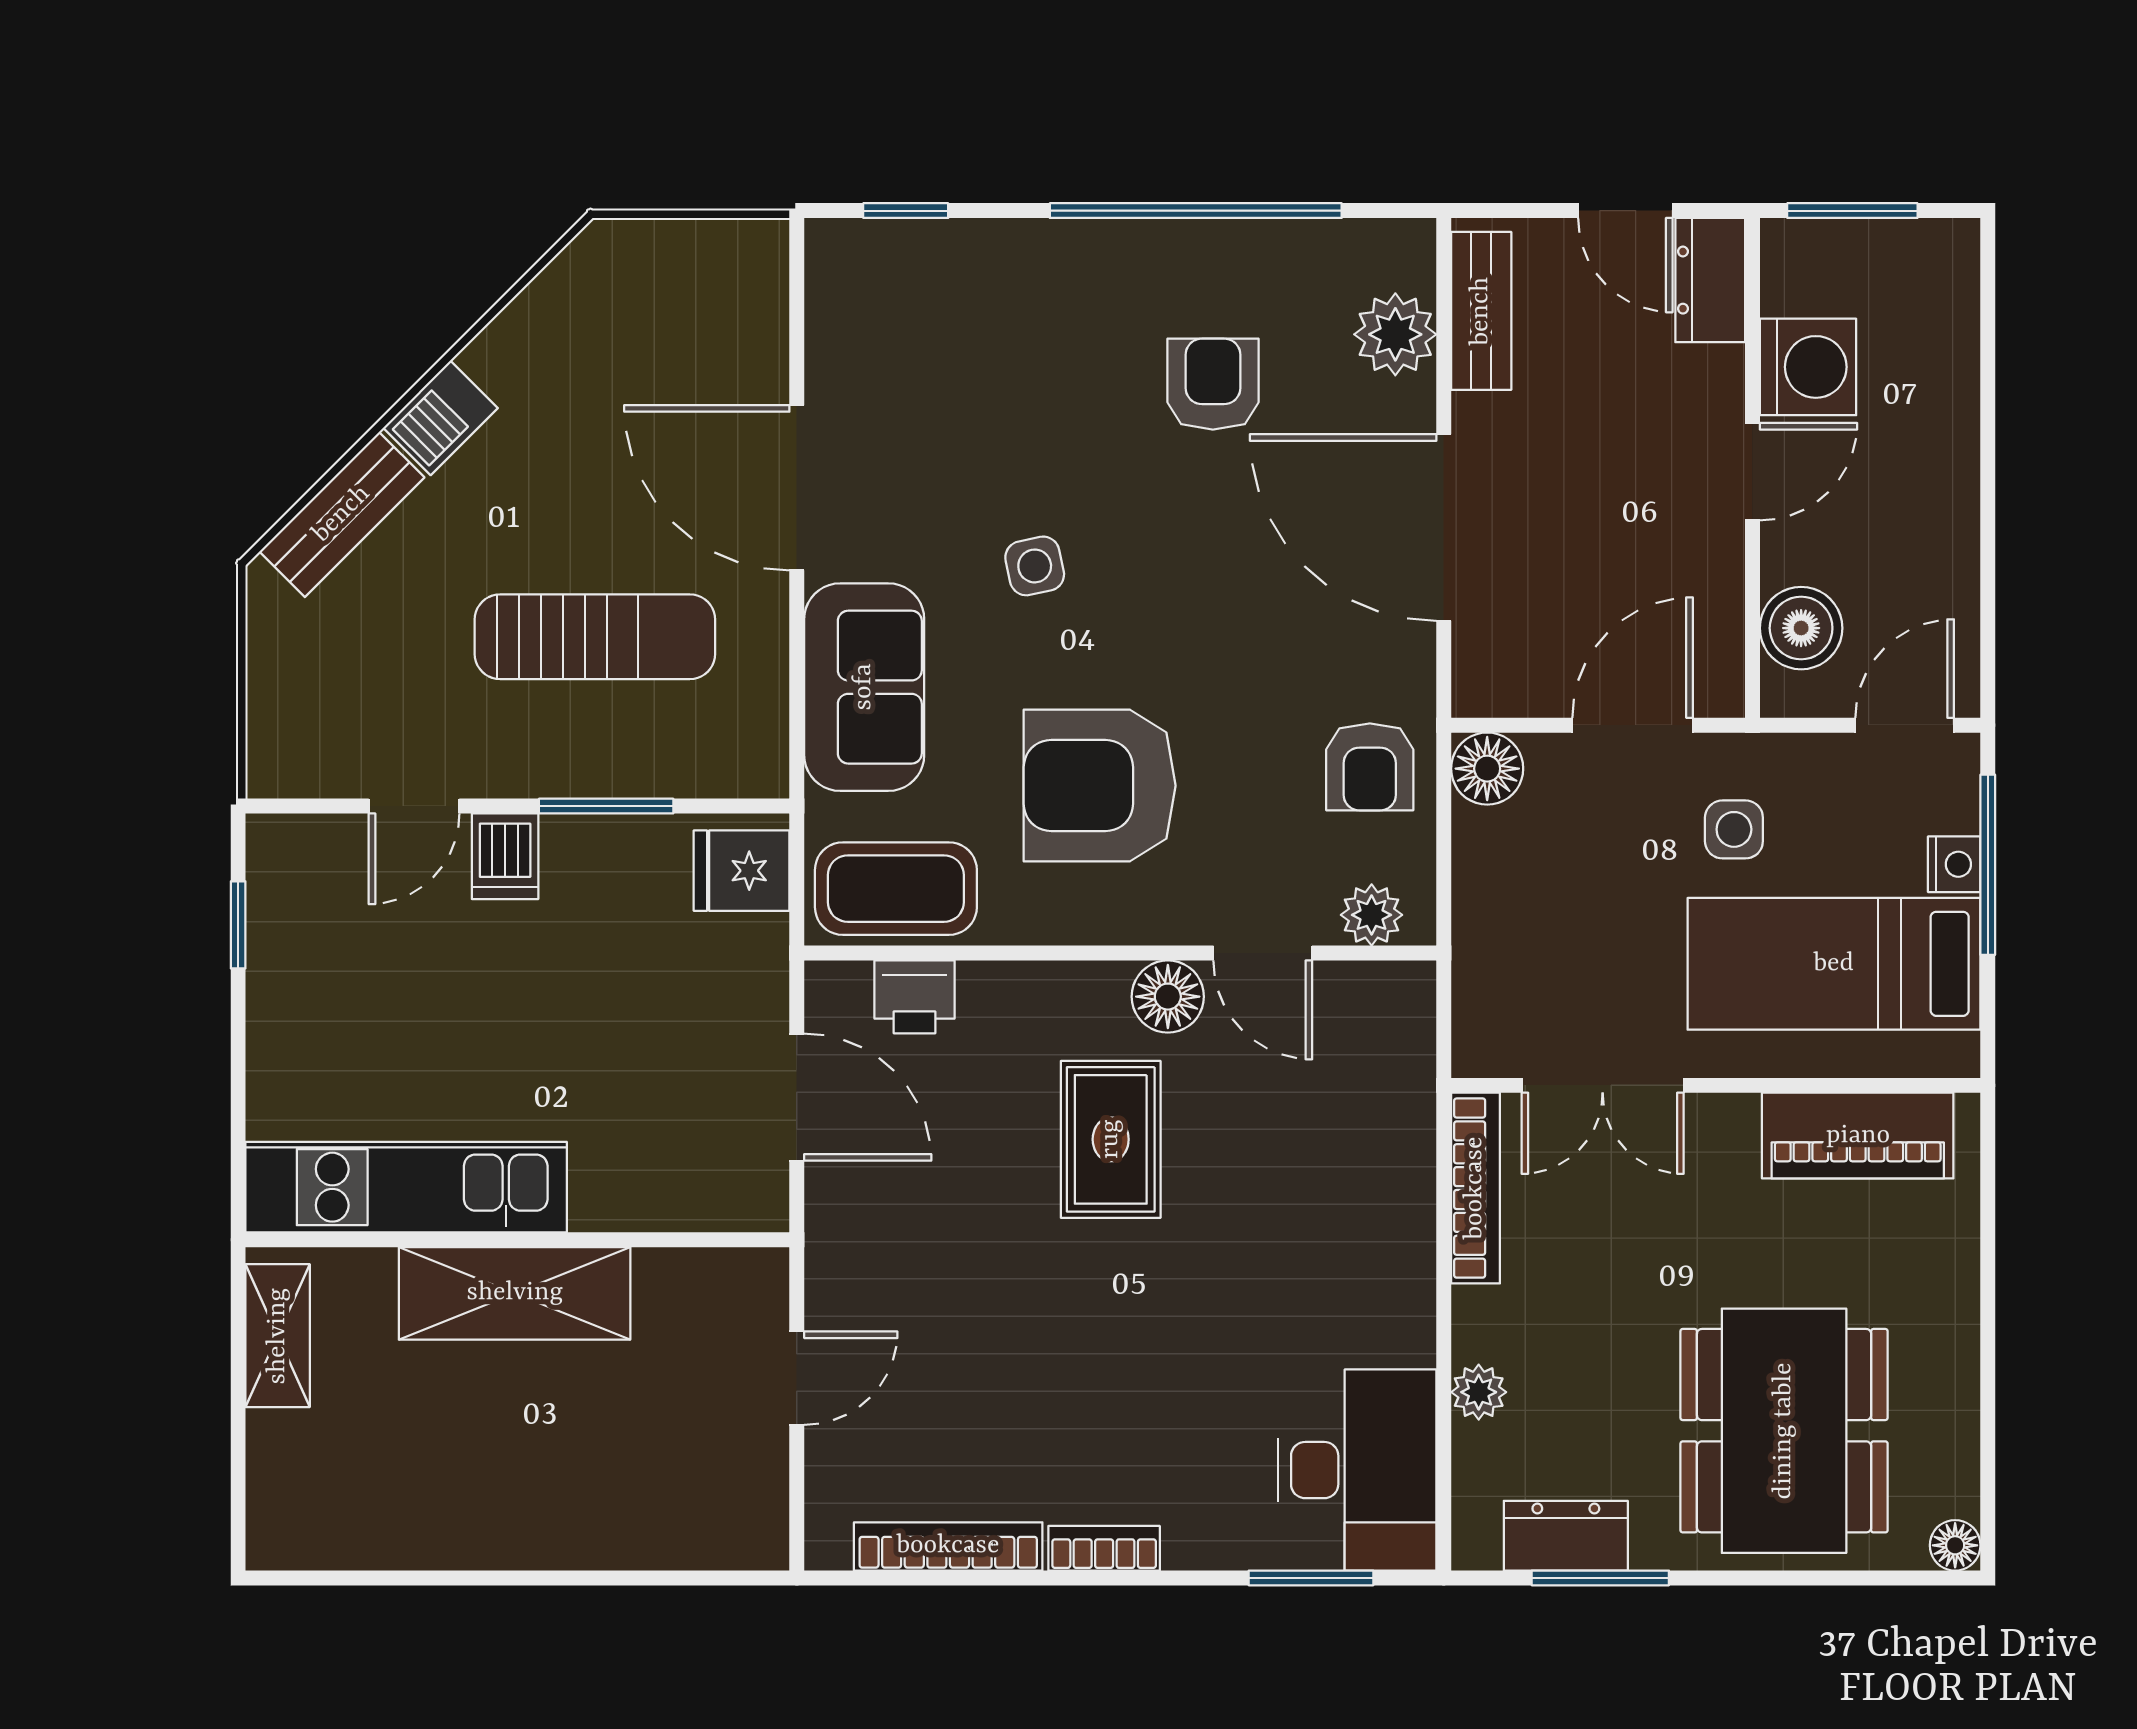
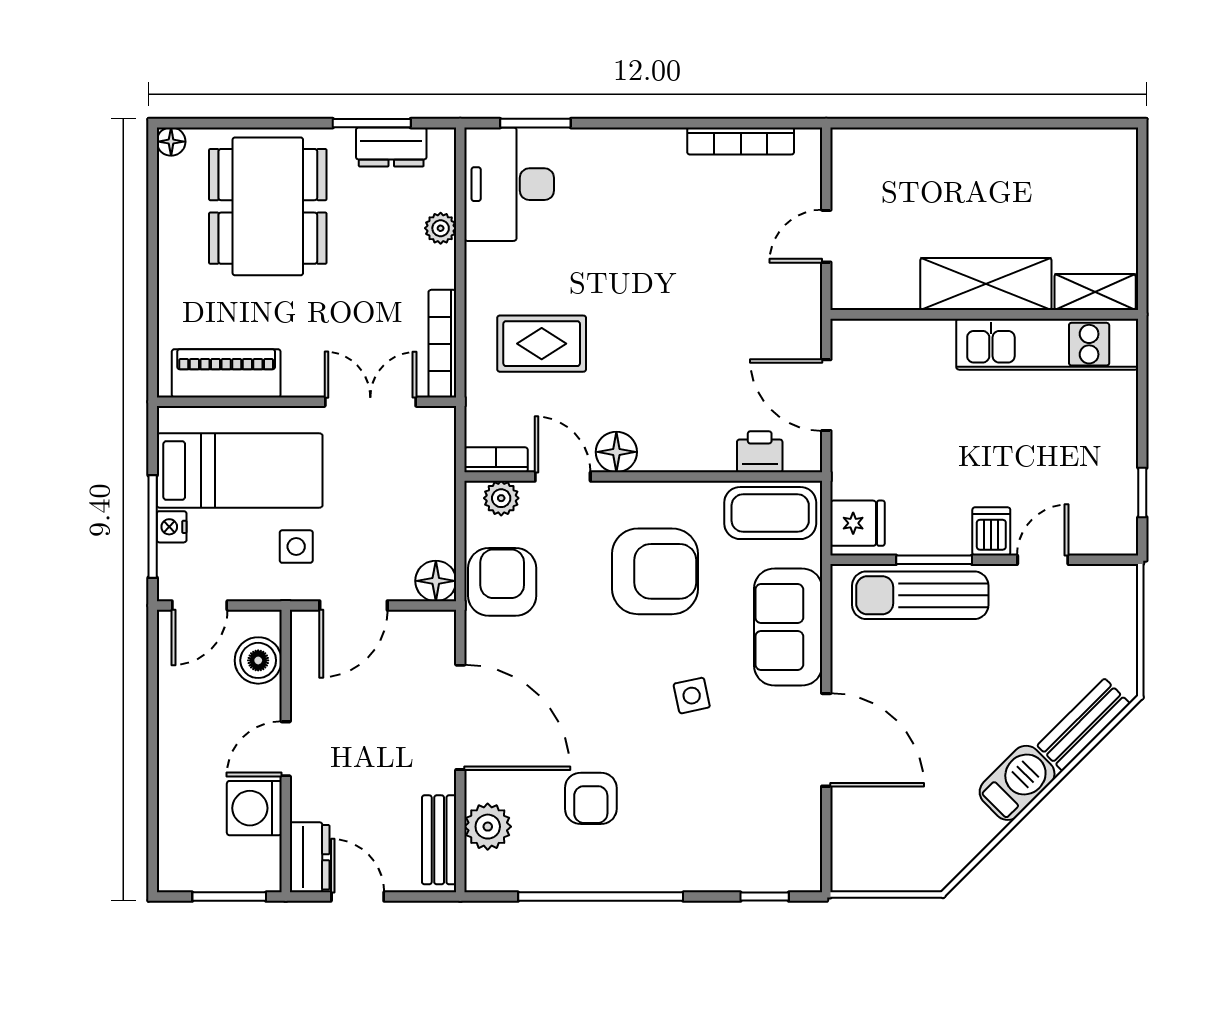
barbecue: (440, 418) -> (1017, 783), width x1.38, depth x1.27
sun lounger: (595, 637) -> (920, 595), moved
armchair: (1370, 767) -> (502, 582), width x1.38, depth x1.38
rug: (1111, 1139) -> (542, 344), moved, turned 90
shelving: (278, 1336) -> (1095, 292), moved, turned 90
bookcase: (1104, 1548) -> (496, 460), moved, turned 180

